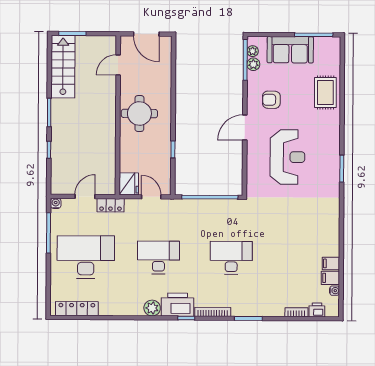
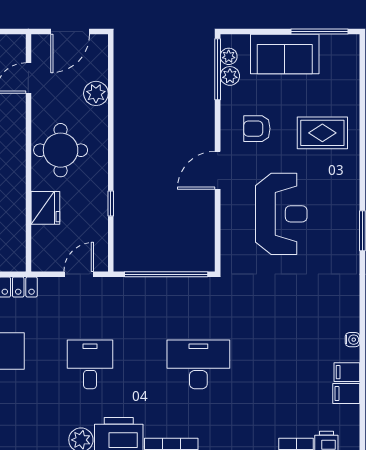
door: (146, 34) -> (70, 32), hinge flipped
plant: (163, 76) -> (96, 93), added
rug: (325, 93) -> (322, 133), moved, turned 90
fridge: (129, 184) -> (45, 208), moved
door: (151, 197) -> (79, 274), hinge flipped
desk: (158, 257) -> (90, 364), width x0.73
water cooler: (335, 291) -> (353, 340), moved

